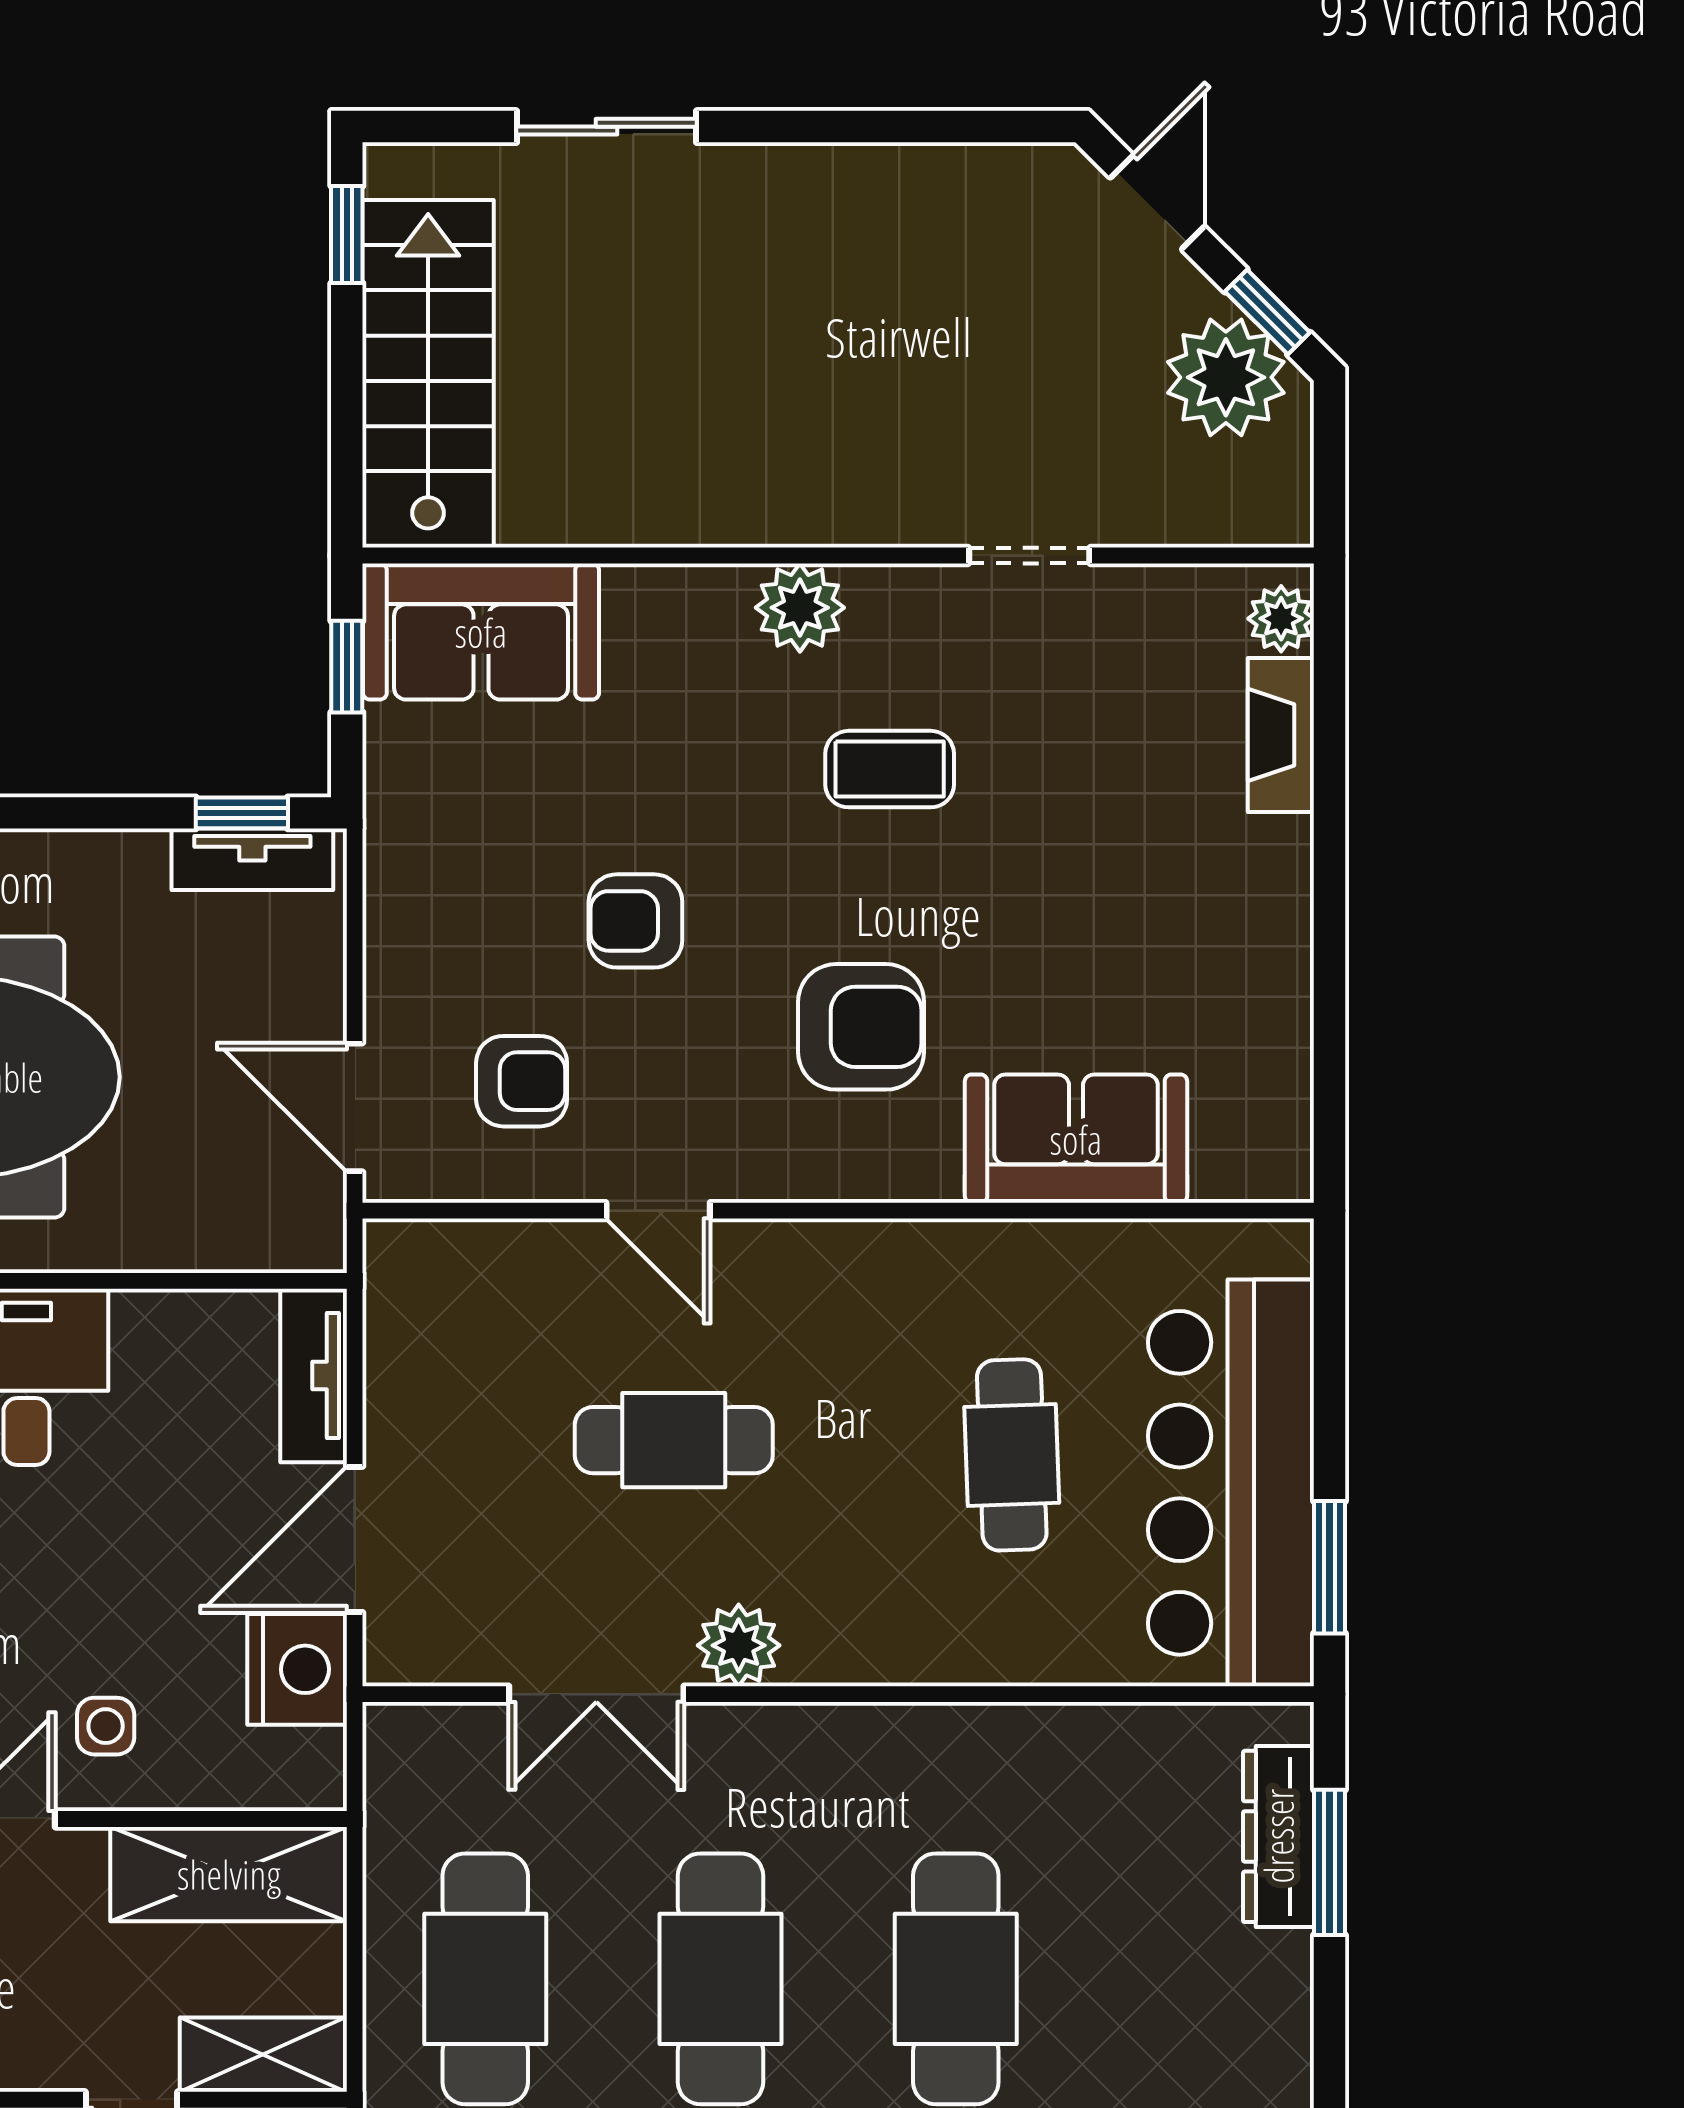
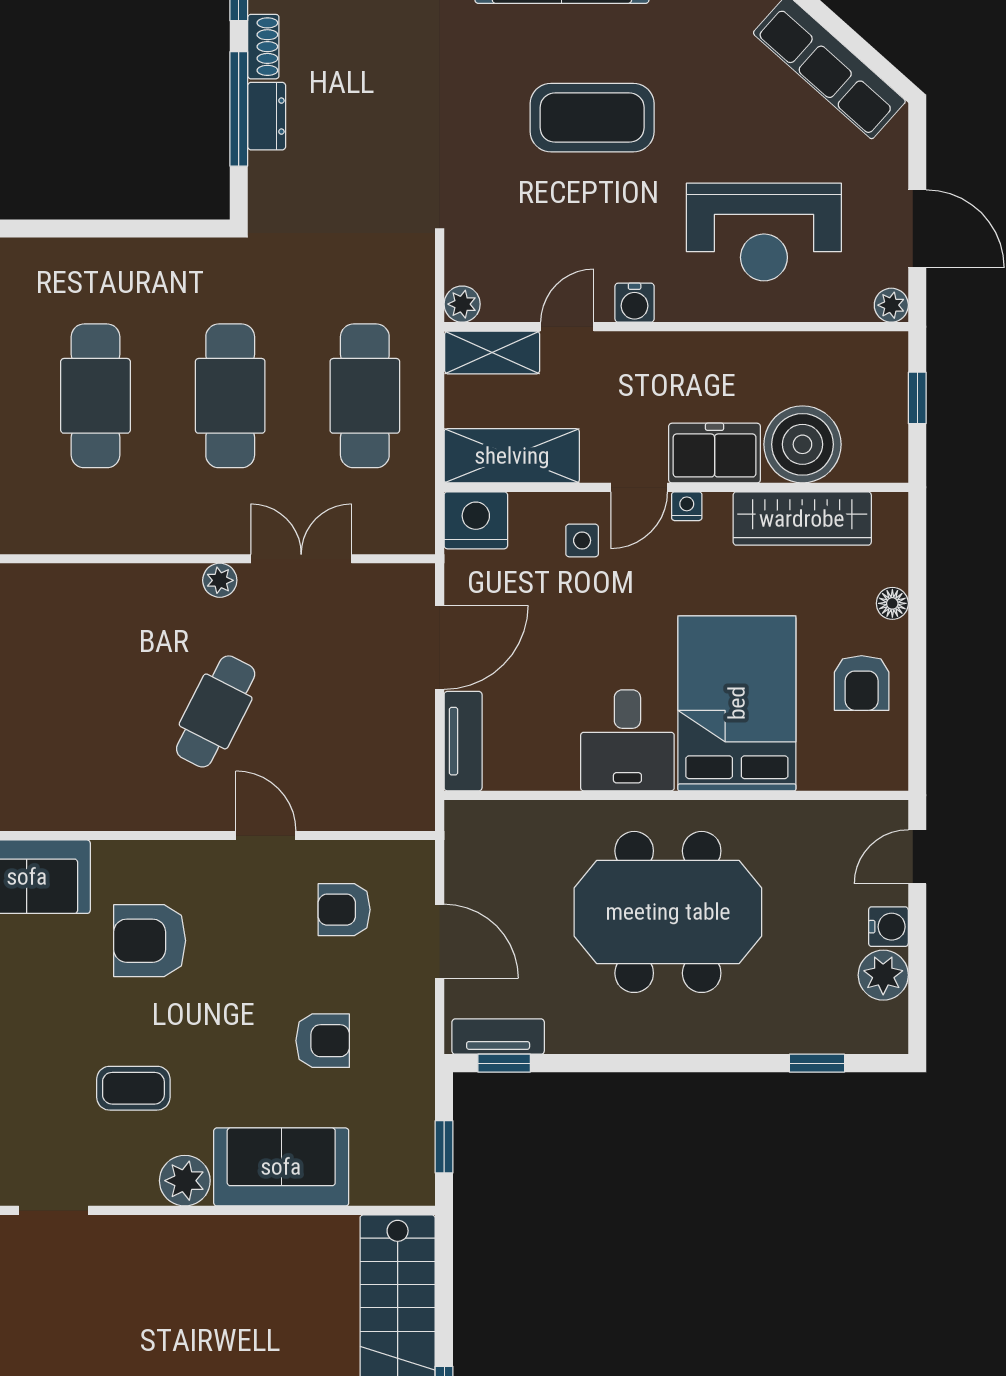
sofa: (481, 632) -> (281, 1167), moved
armchair: (635, 921) -> (323, 1041), moved
door: (355, 1107) -> (440, 941), moved
cafe table: (674, 1440) -> (216, 711), moved, turned -63
cafe table: (1012, 1455) -> (63, 696), removed
plant: (739, 1645) -> (220, 580), width x0.73, depth x0.73
nightstand: (297, 1669) -> (476, 520), moved, turned 90

